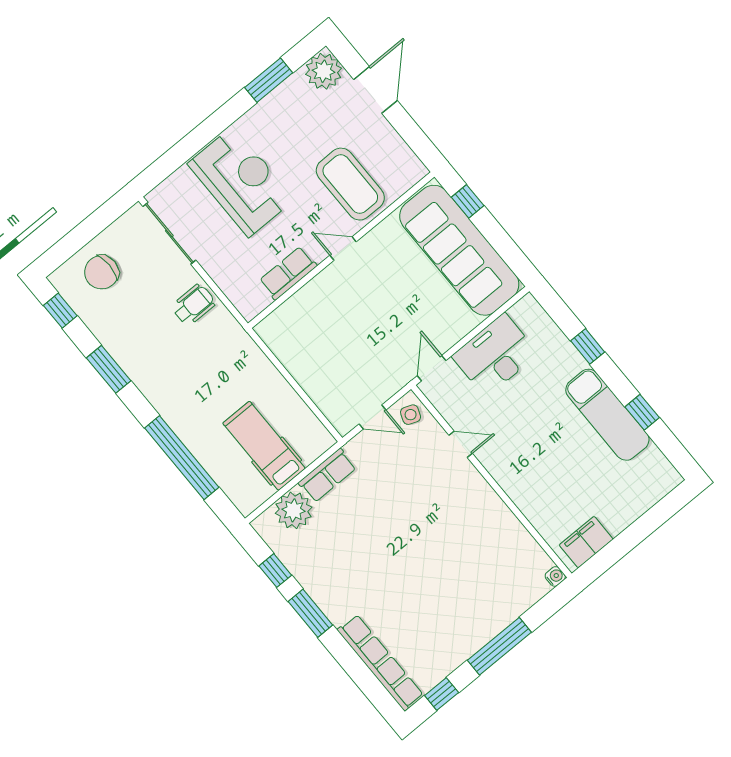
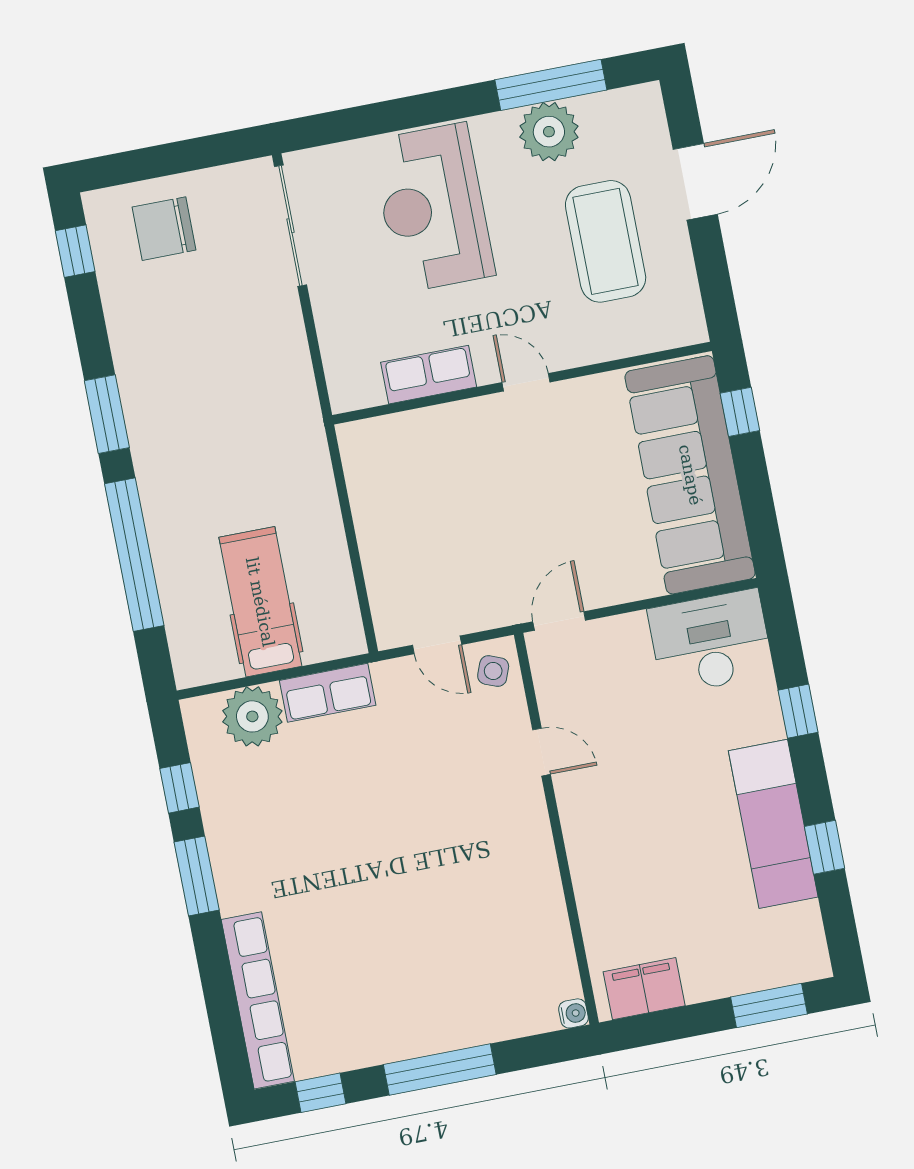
plant: (324, 71) -> (549, 132), moved
window: (269, 80) -> (551, 85), width x1.44
reception desk: (241, 181) -> (433, 208), turned 180
coffee table: (350, 184) -> (606, 241), moved
wheelchair: (194, 305) -> (269, 346), removed
desk: (495, 355) -> (711, 642), moved
window: (109, 369) -> (107, 414), moved
window: (659, 514) -> (769, 1006), added

